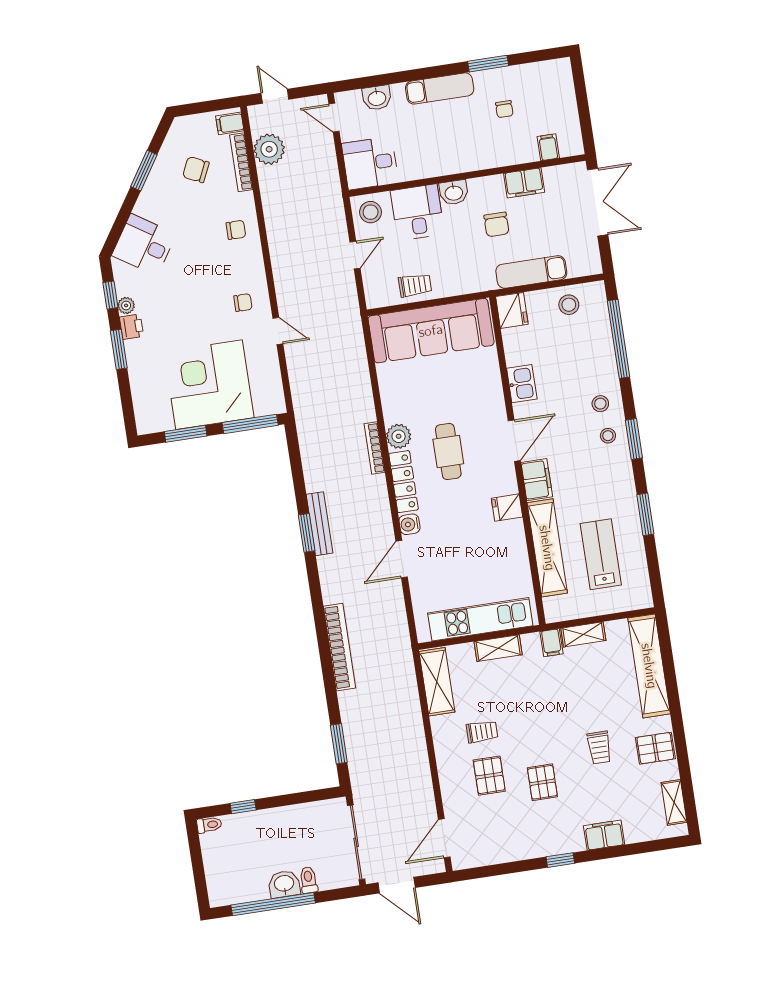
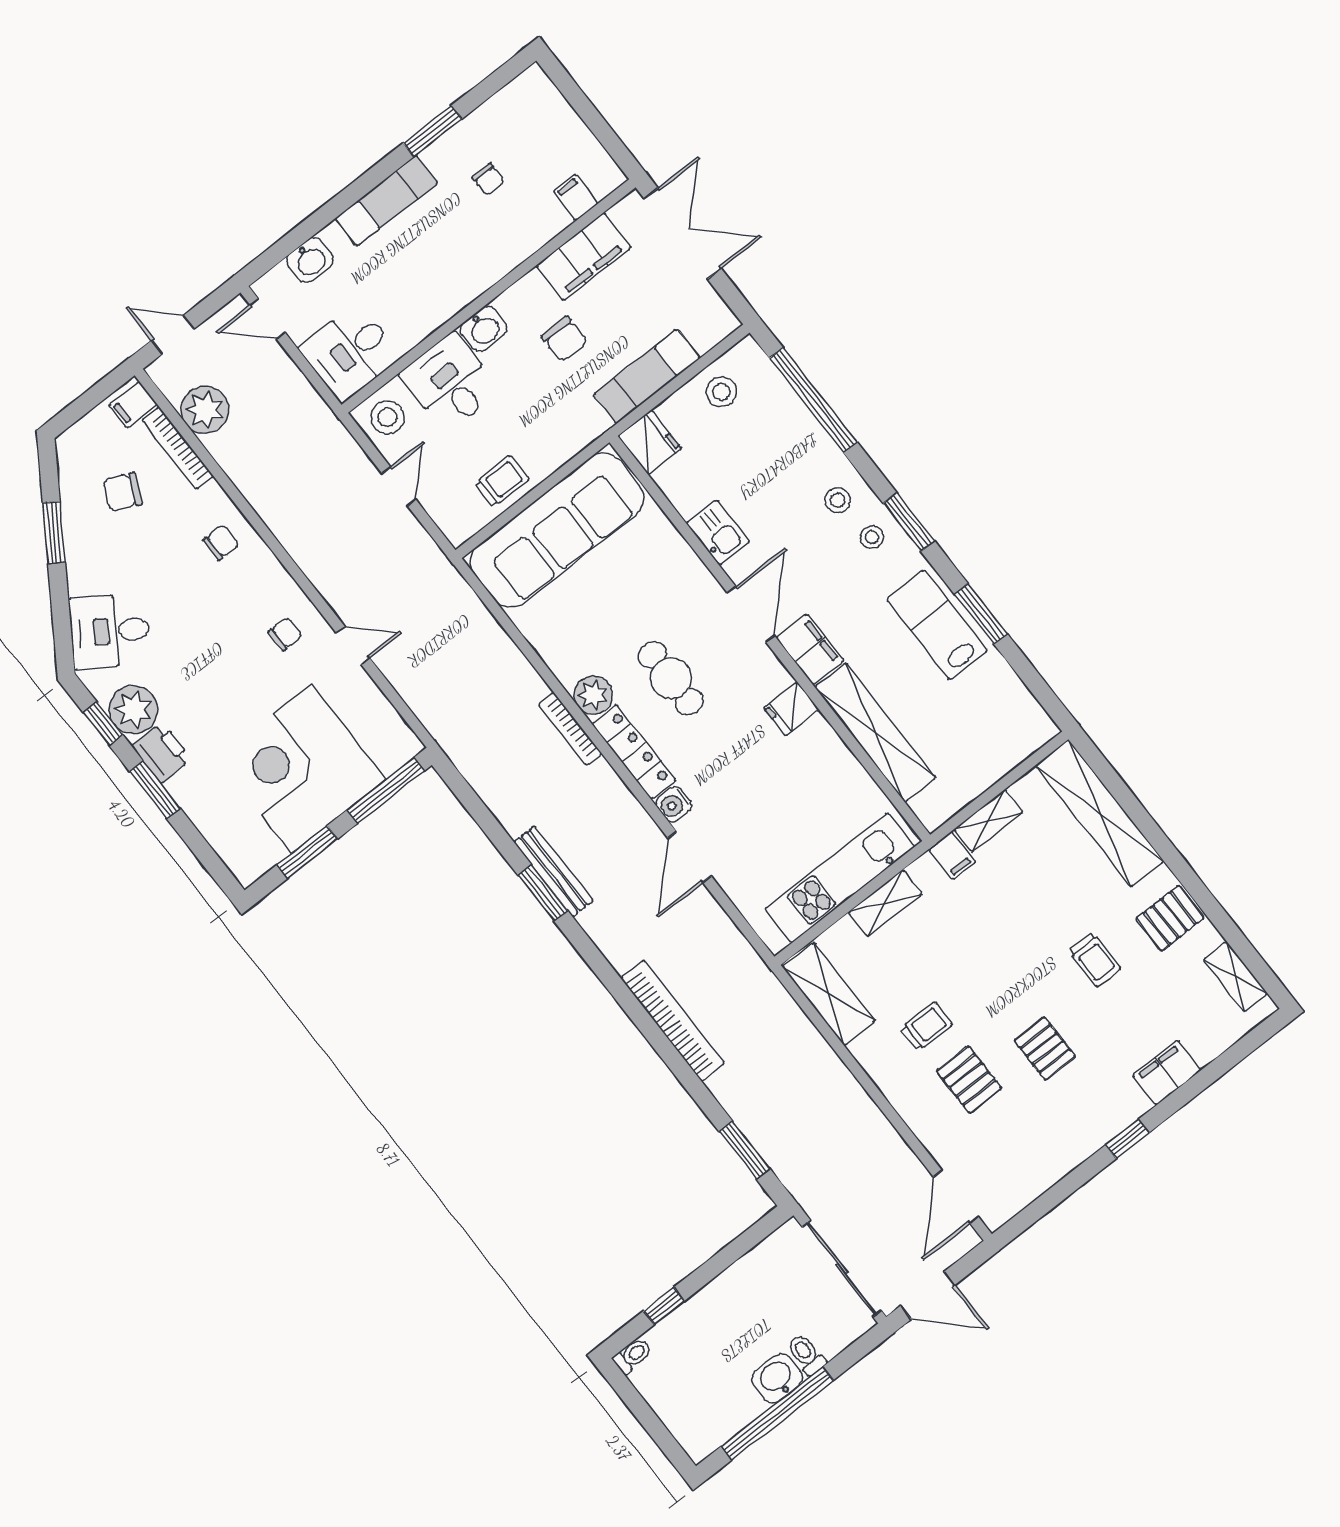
filing cabinet: (524, 183) -> (583, 257), width x1.50, depth x1.17
plant: (126, 305) -> (133, 710), width x1.87, depth x1.87
printer: (131, 327) -> (162, 752), width x1.36, depth x1.24
lab bench: (601, 554) -> (937, 625), moved

